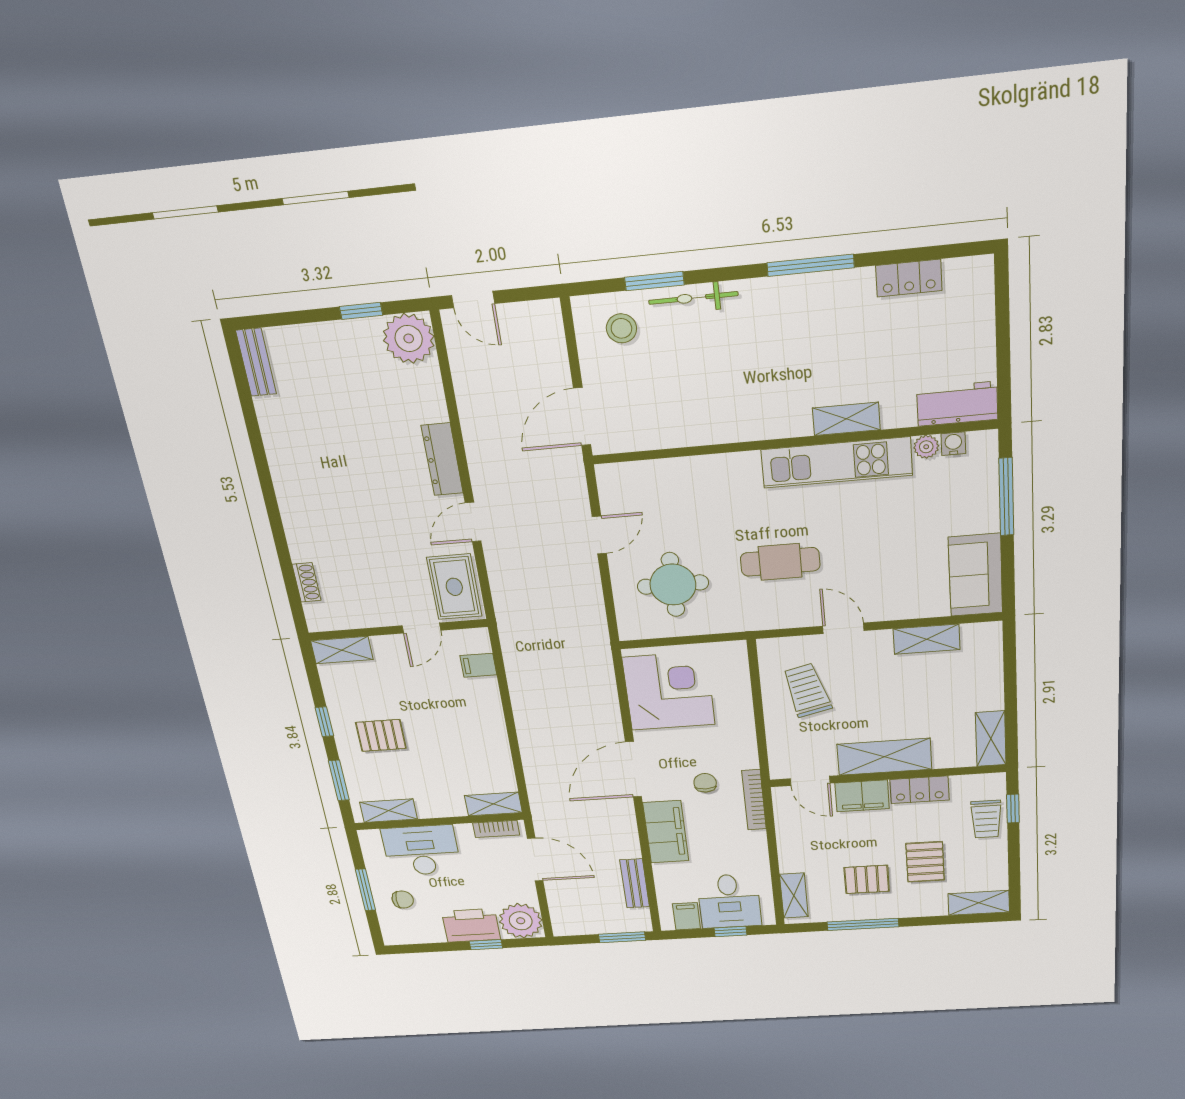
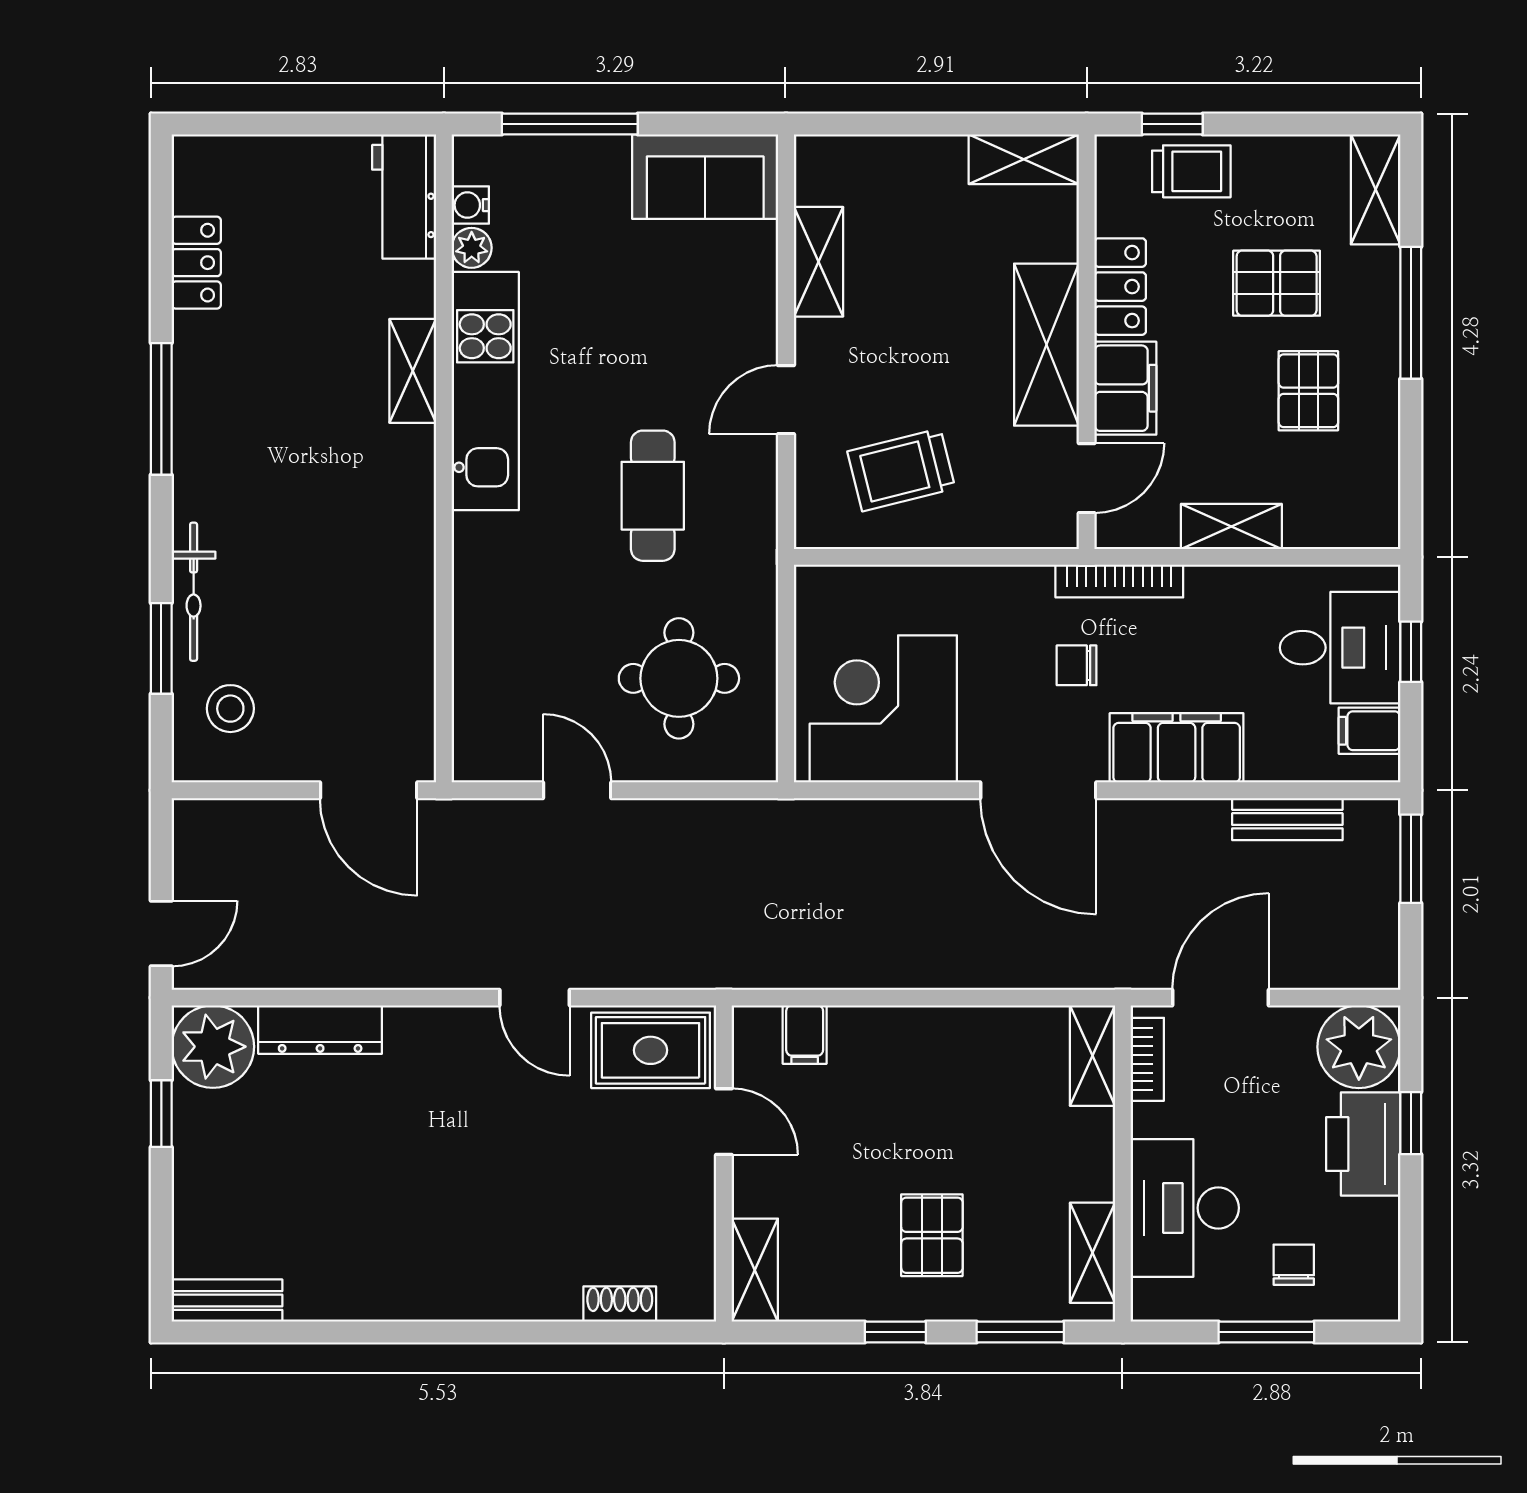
dresser: (442, 459) -> (320, 1030), moved
shelving: (794, 896) -> (1231, 527), moved
window: (863, 924) -> (1411, 313), moved

